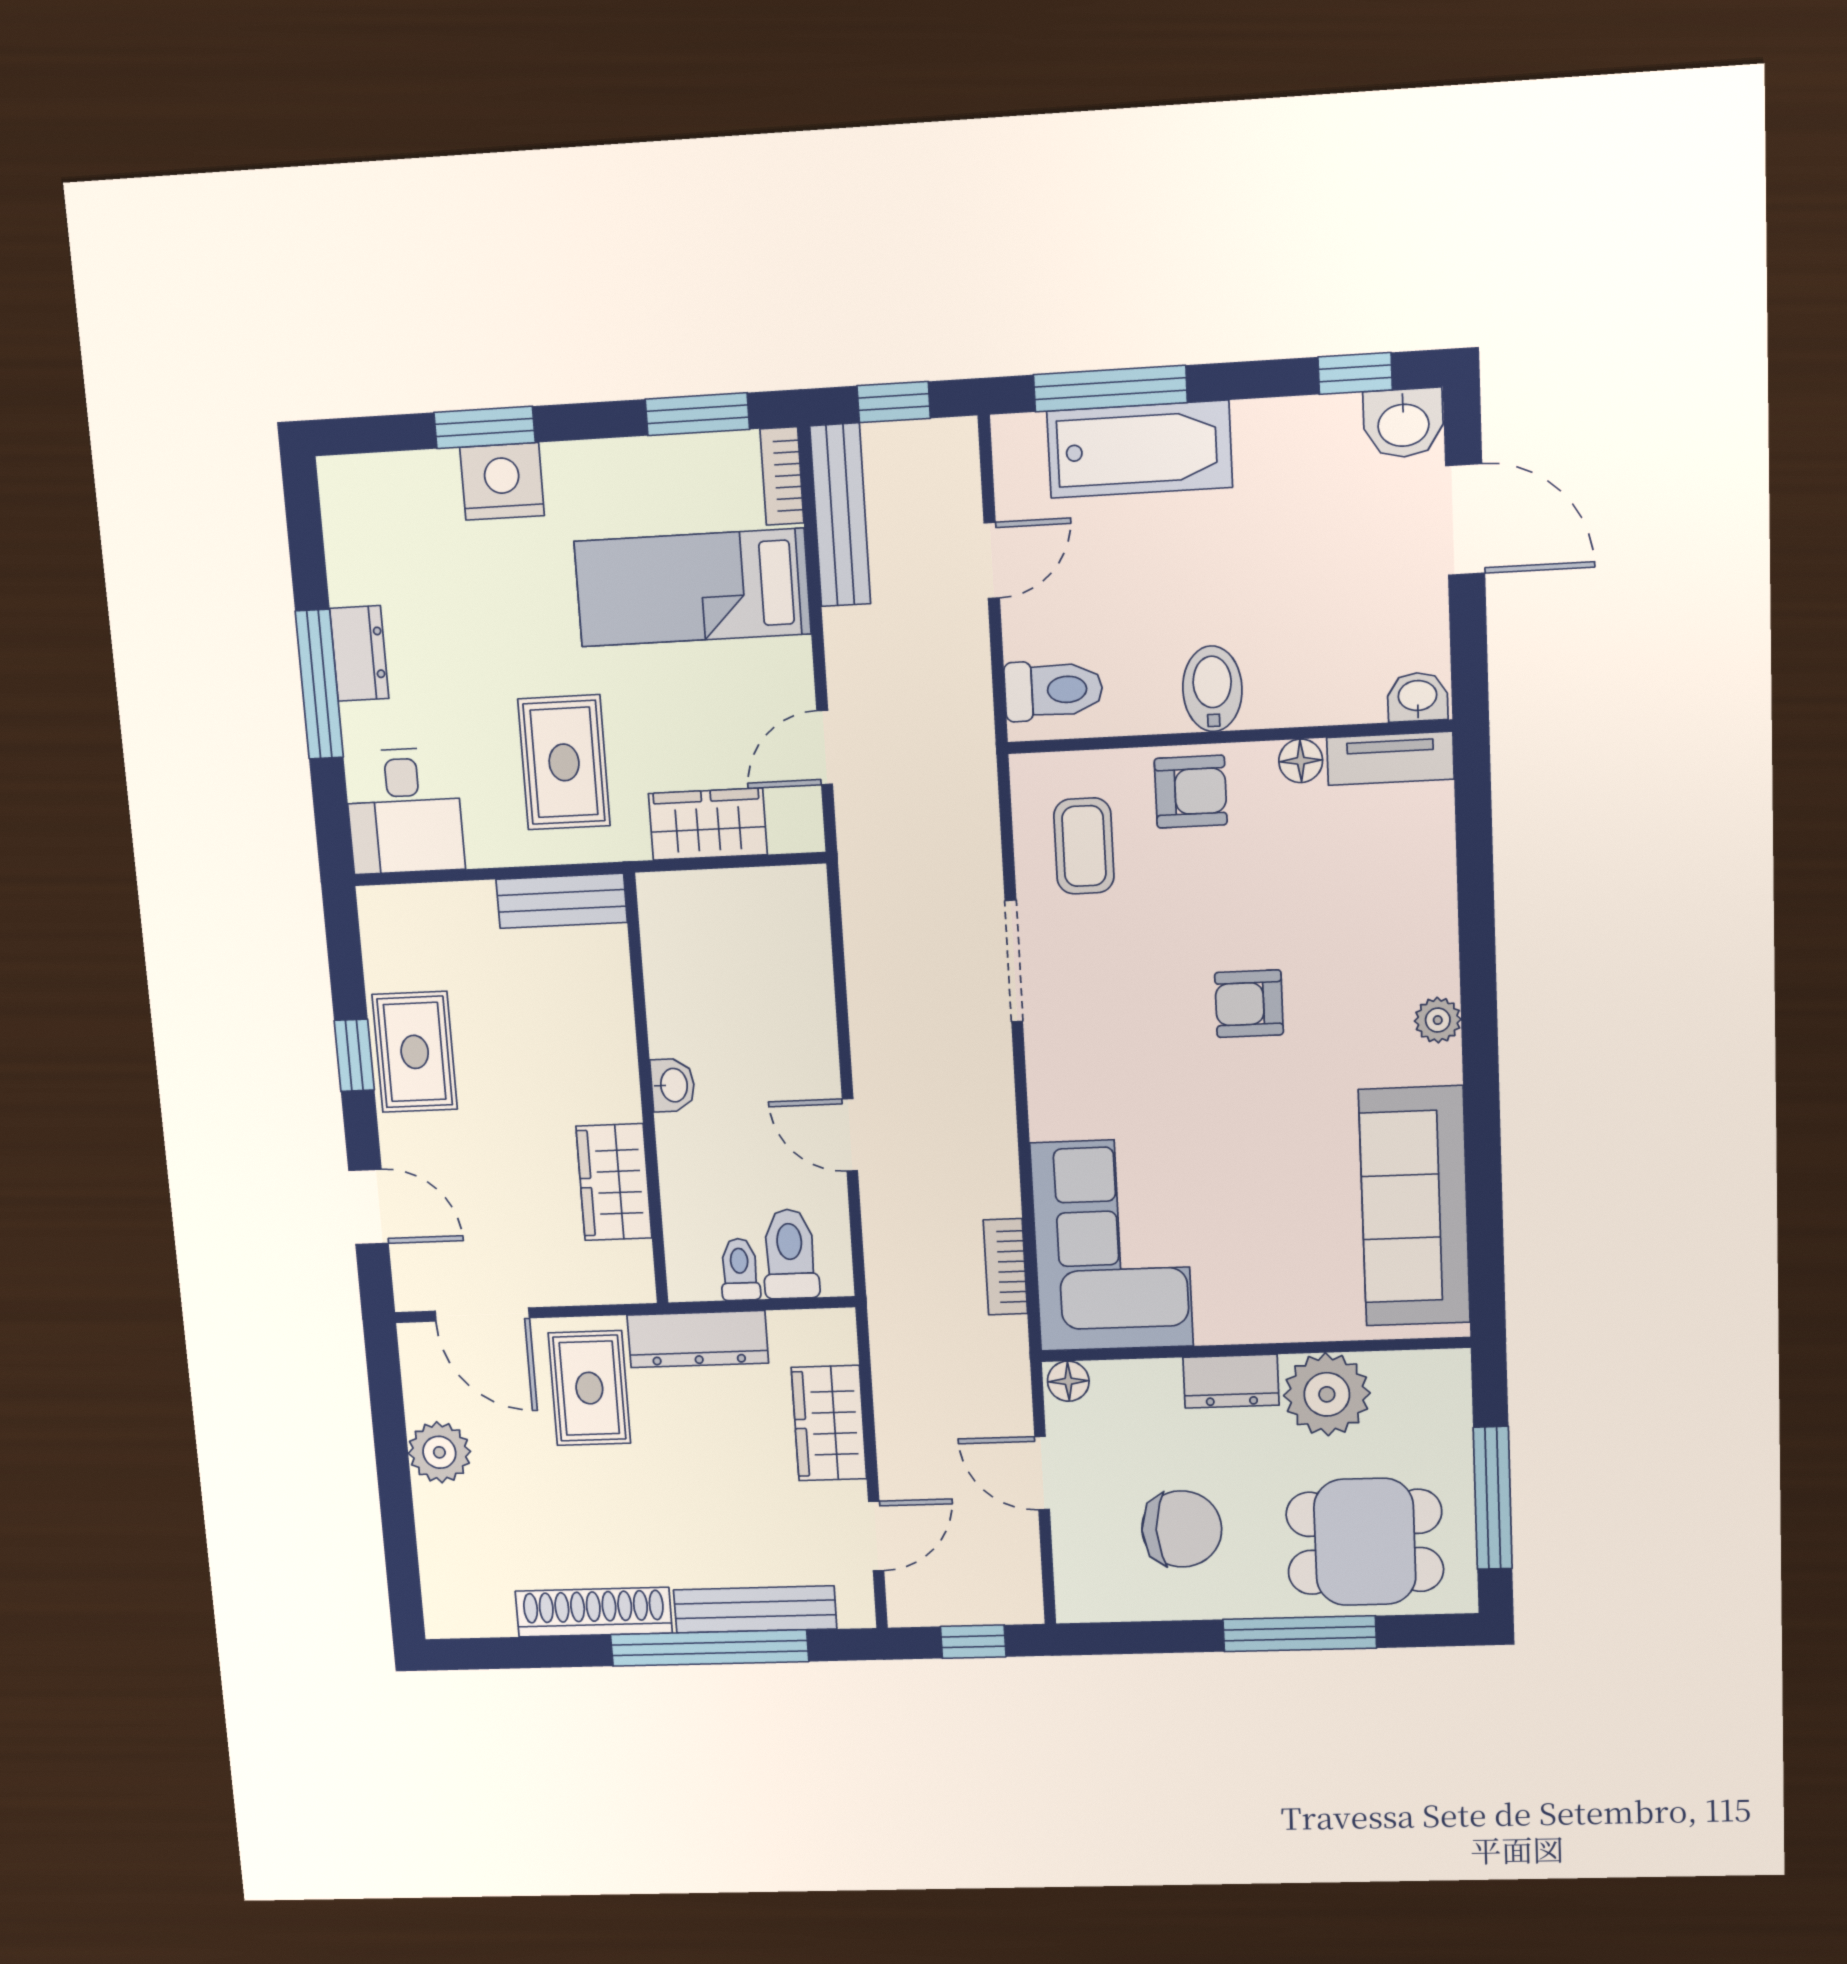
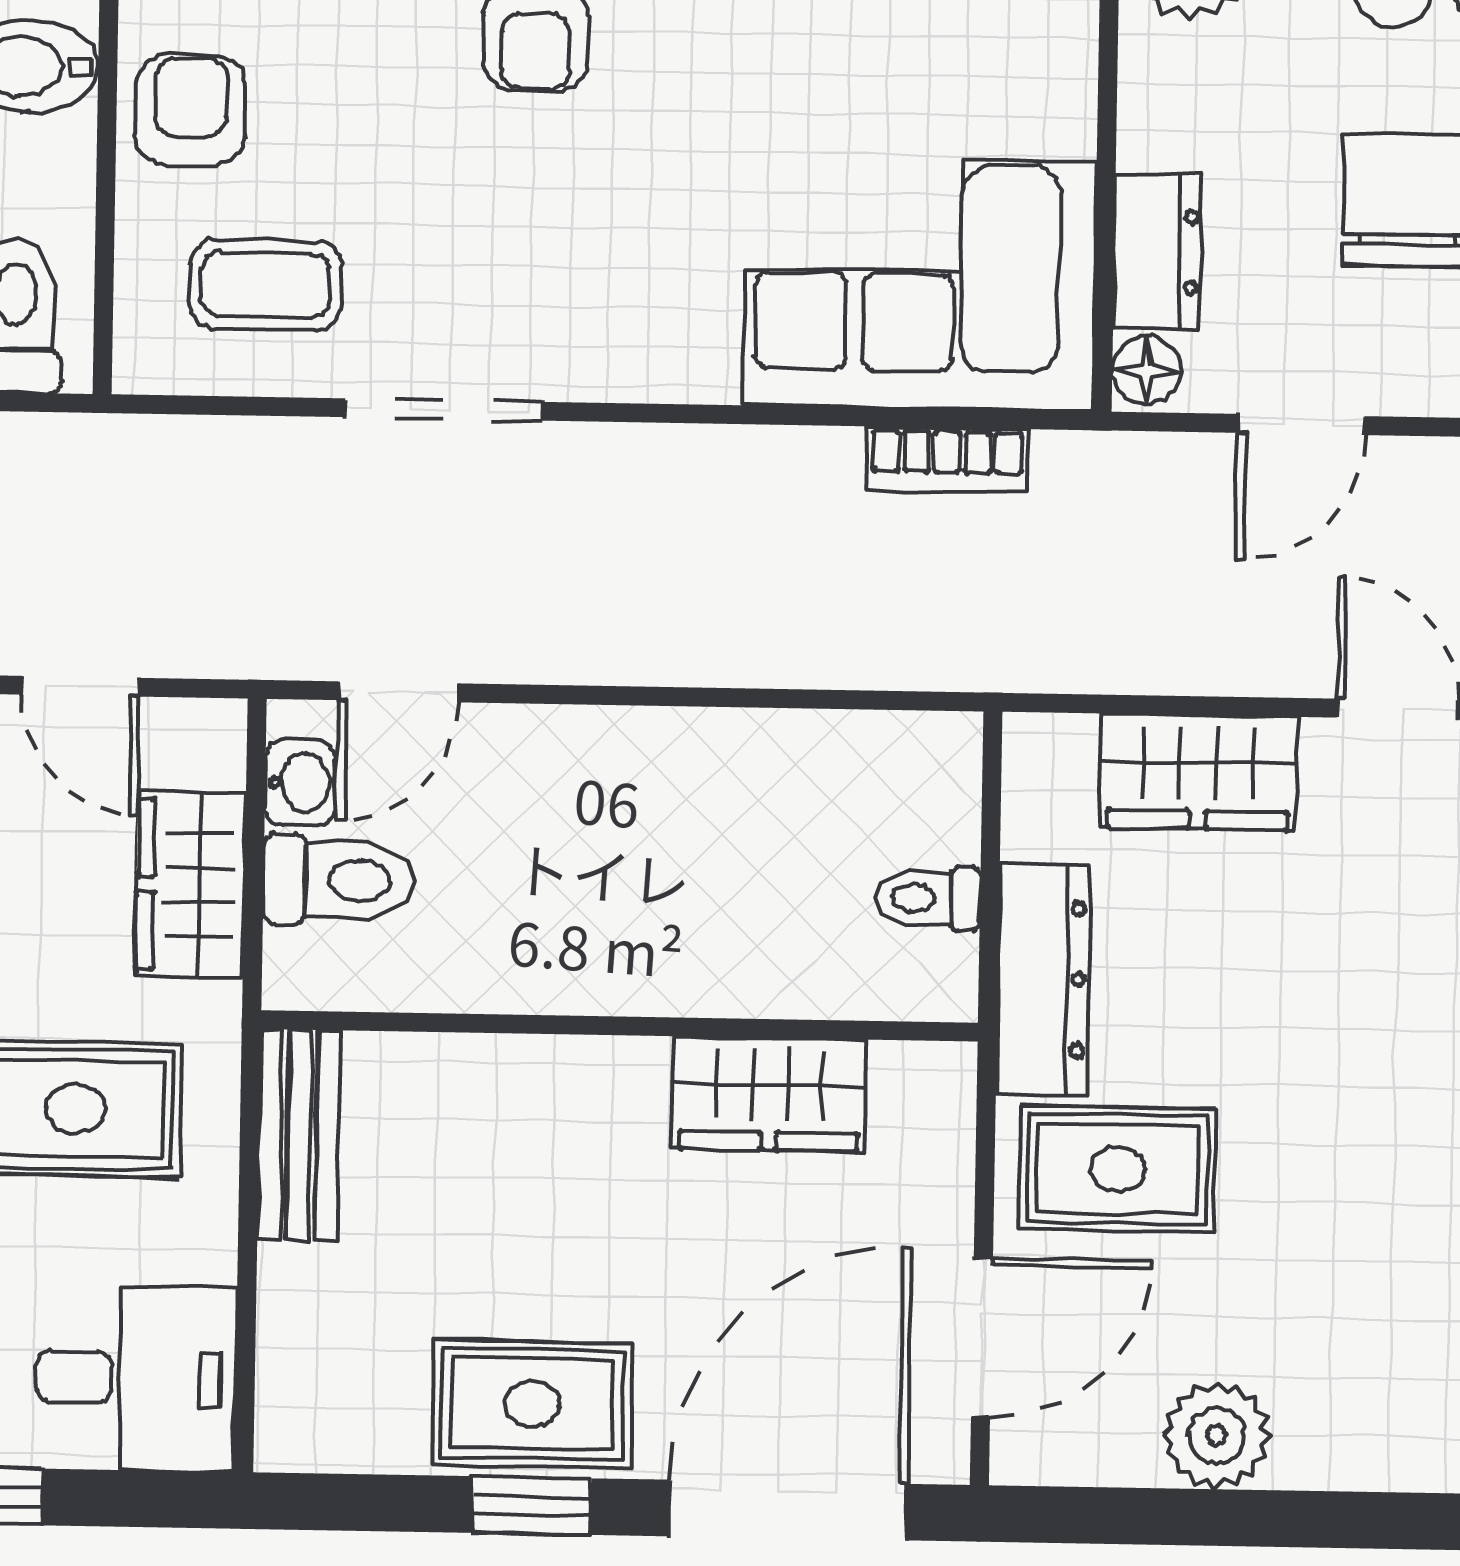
washbasin: (673, 1085) -> (300, 783), moved, turned 90
door: (850, 1135) -> (398, 692), moved
door: (368, 1207) -> (788, 1510), width x1.87
toilet: (790, 1254) -> (339, 880), moved, turned 180
dresser: (1231, 1381) -> (1157, 252), moved

